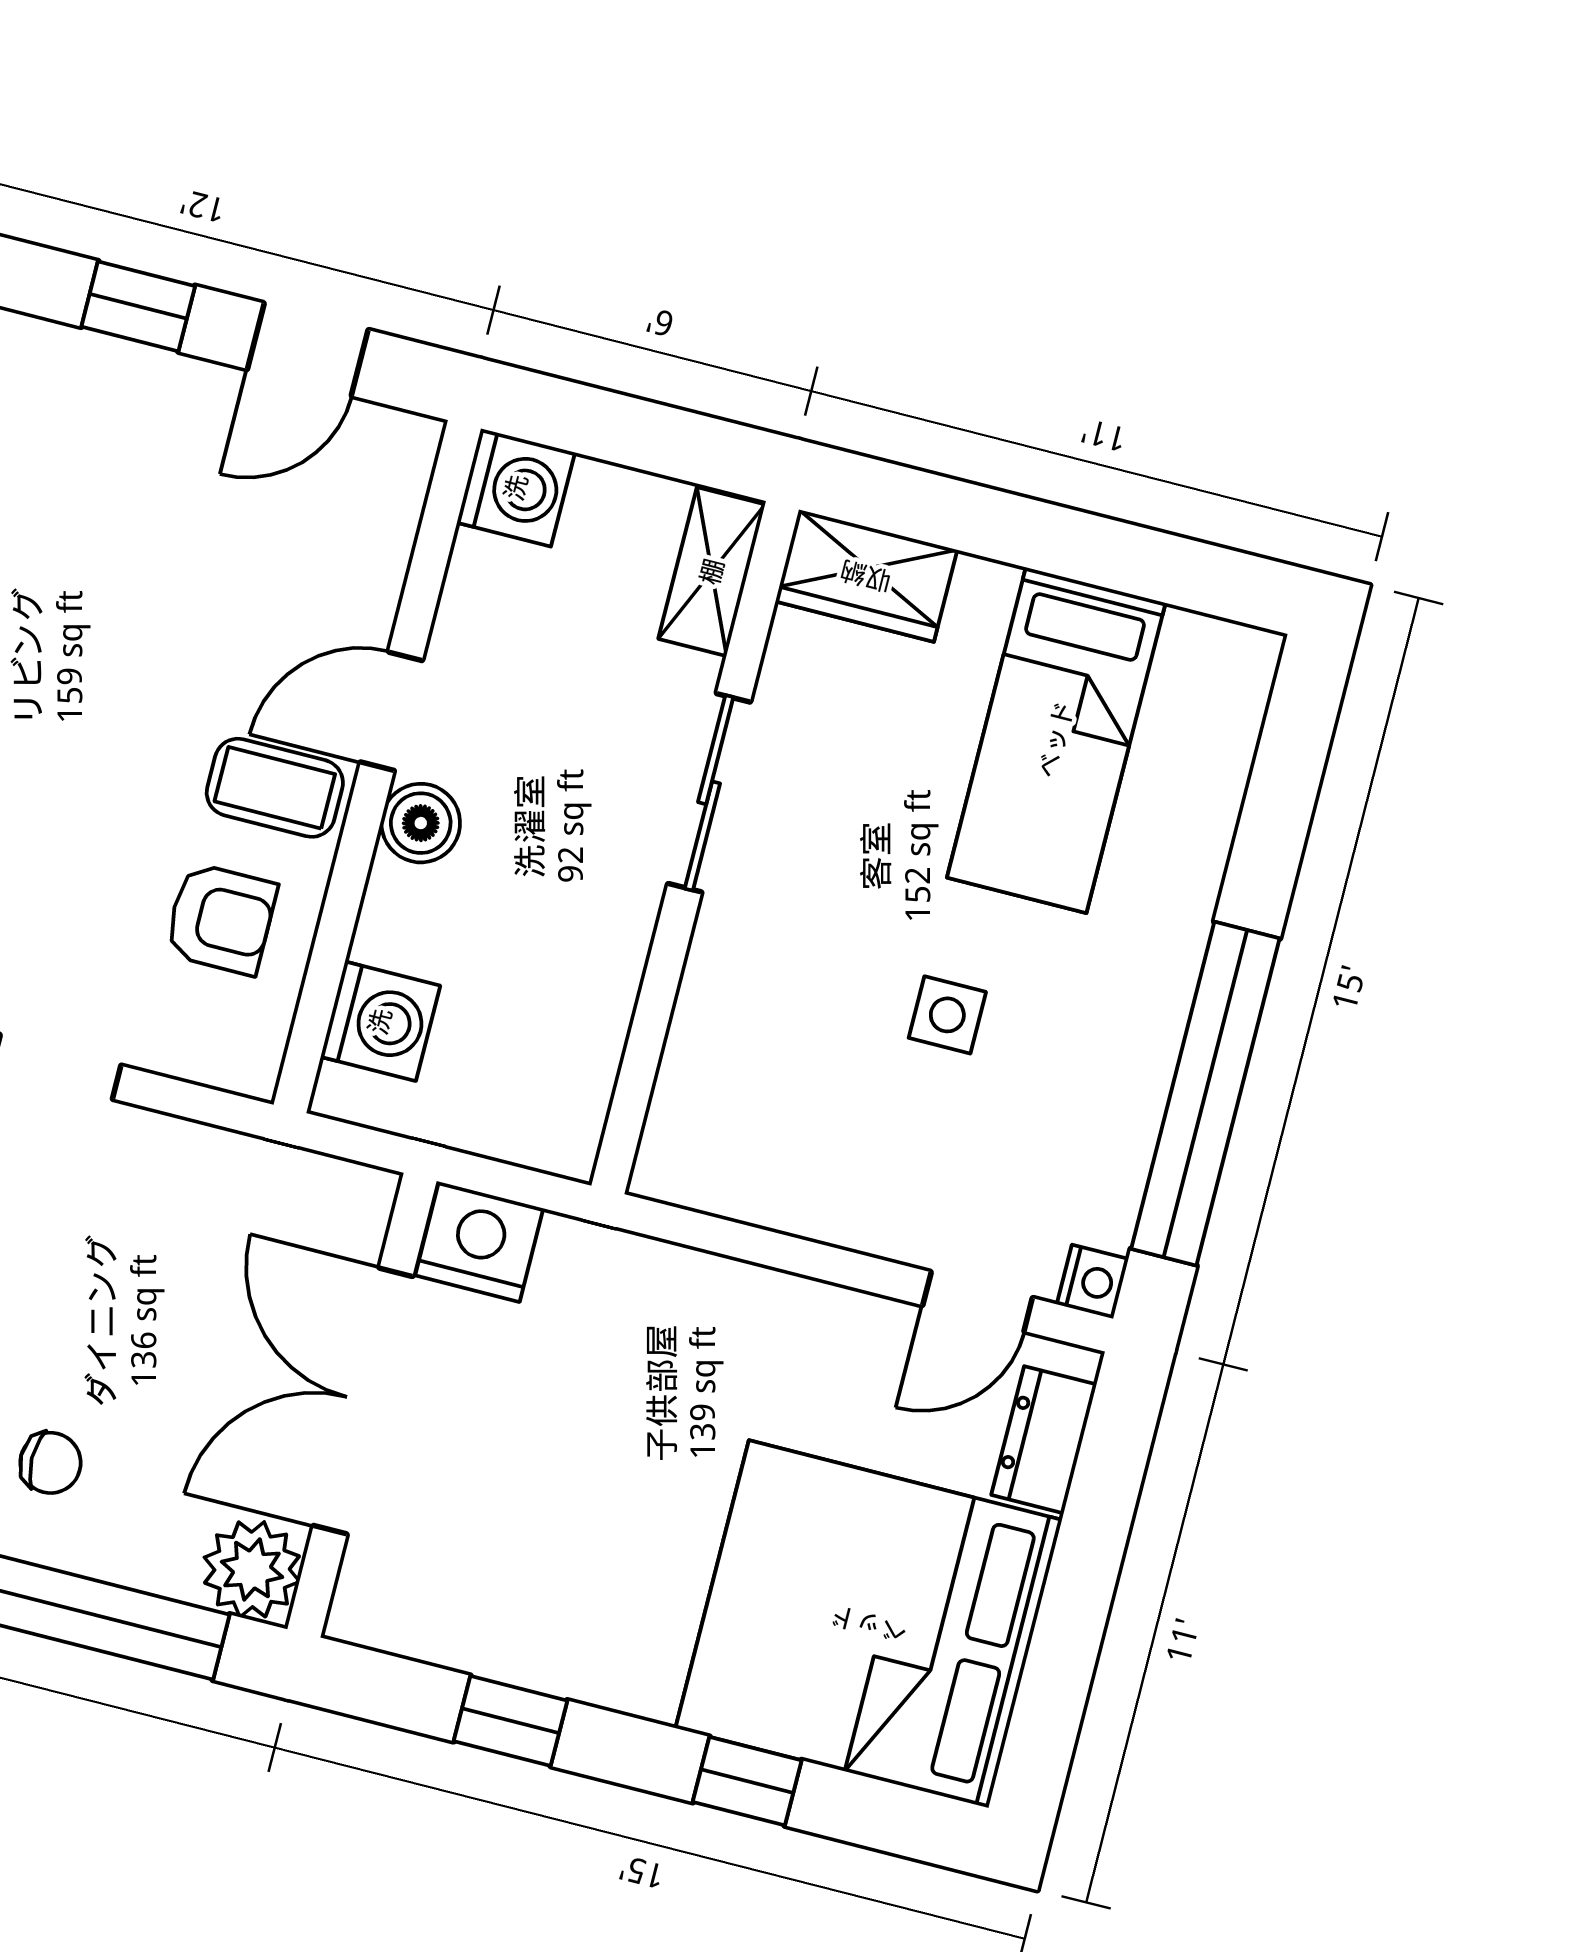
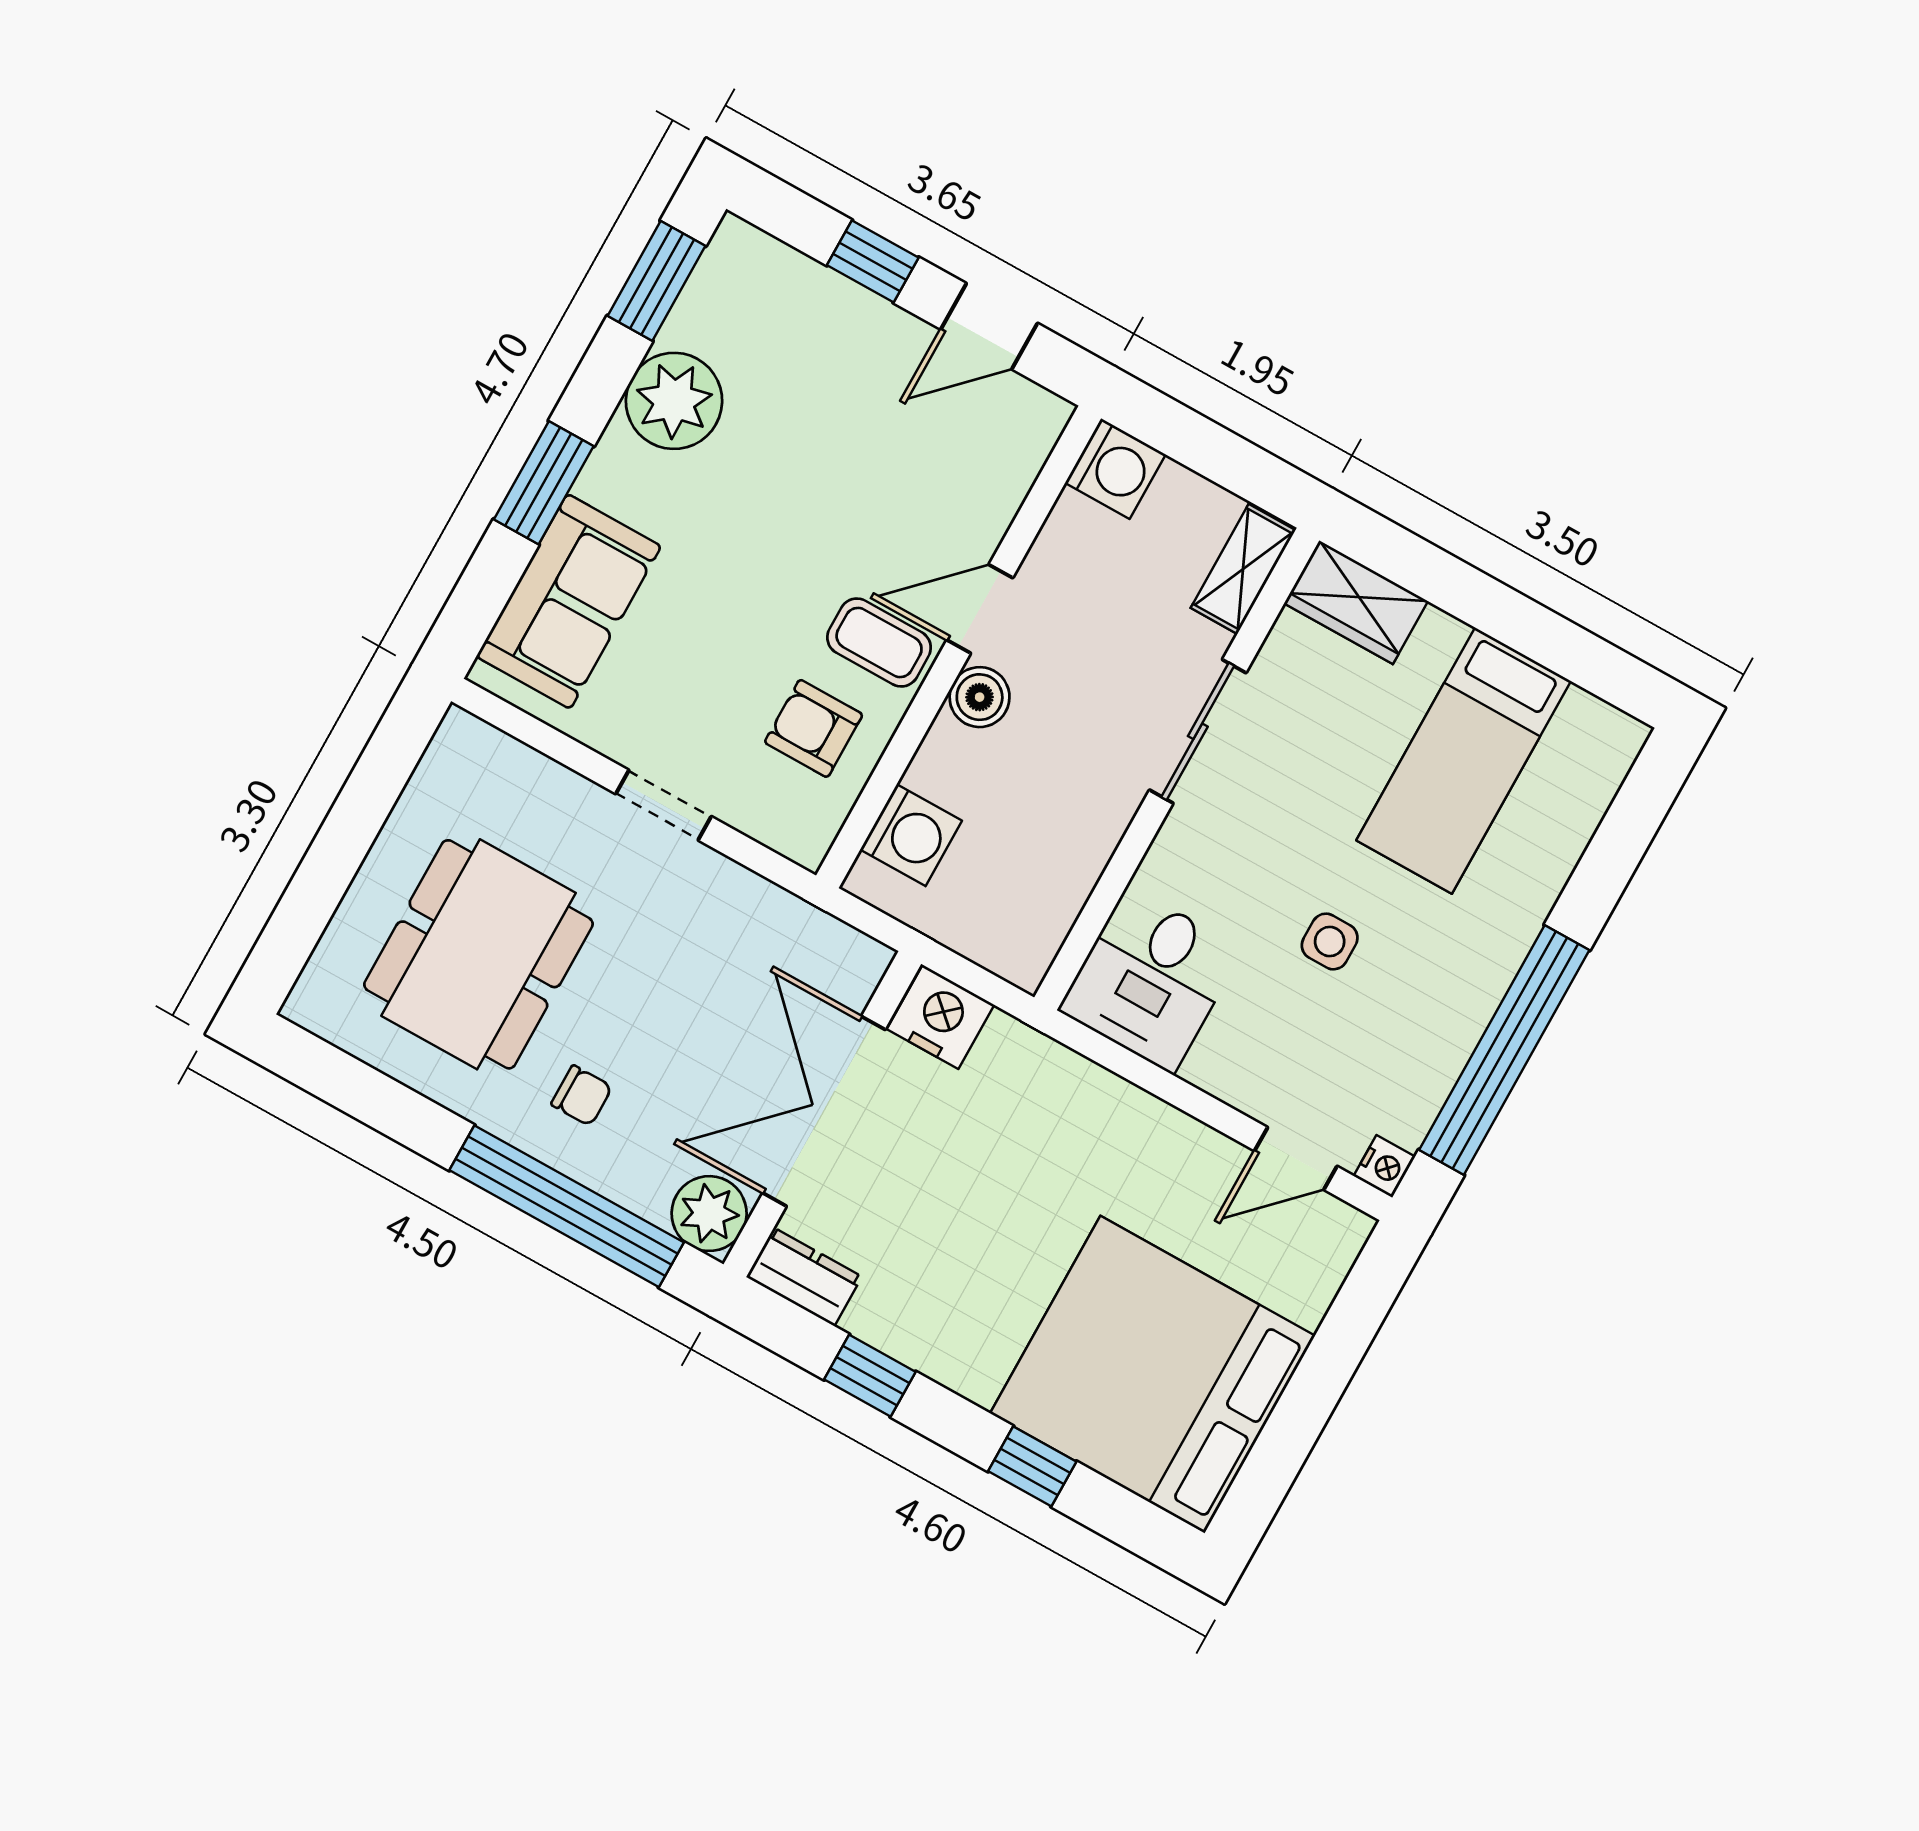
armchair: (221, 919) -> (814, 728), turned 180
desk: (733, 1124) -> (1150, 980), added
dresser: (1044, 1440) -> (804, 1277), moved, turned 90

